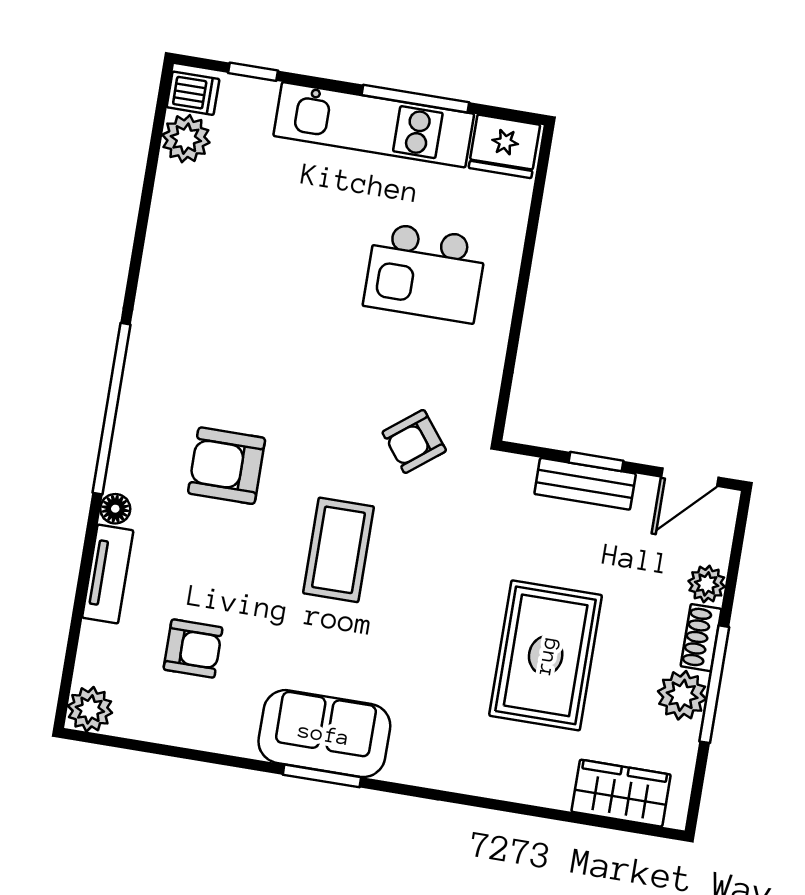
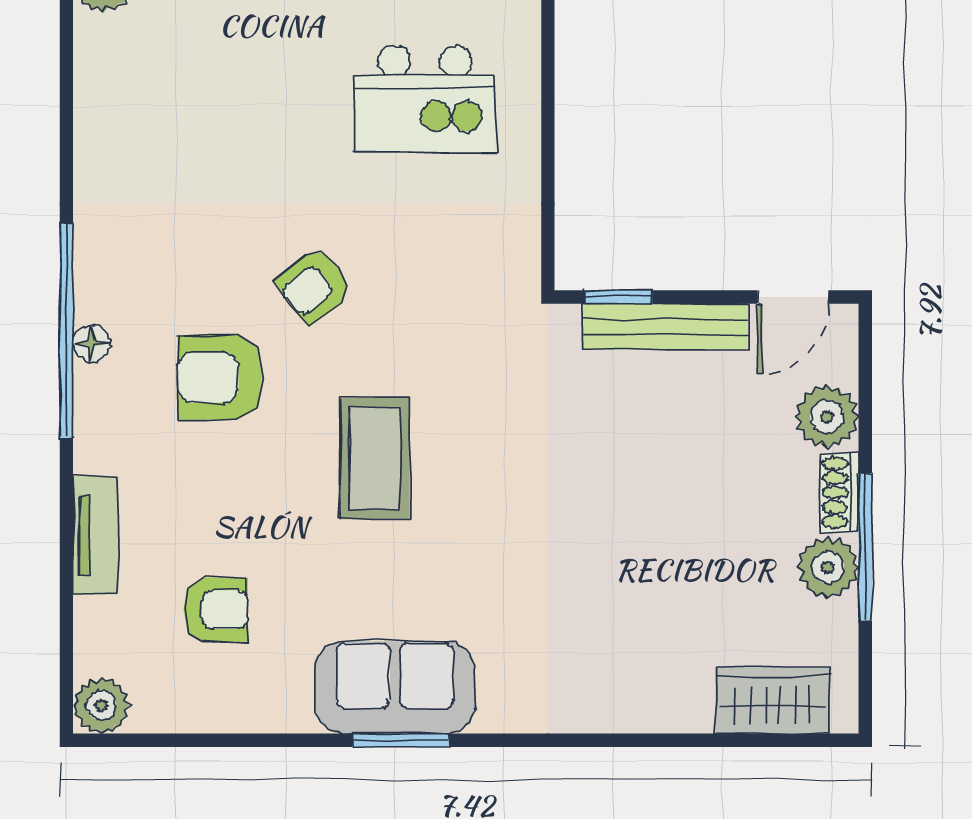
armchair: (414, 441) -> (314, 286), moved
window: (596, 462) -> (618, 297), moved
bench: (585, 484) -> (665, 327), width x1.36
floor lamp: (115, 509) -> (91, 343), moved
plant: (707, 584) -> (827, 417), width x1.38, depth x1.38
rug: (546, 655) -> (652, 546), removed

